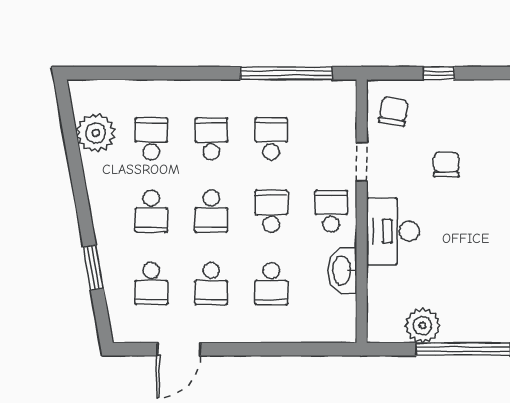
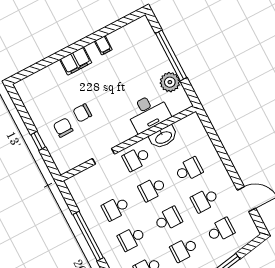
window: (286, 73) -> (88, 236), moved
chair: (394, 111) -> (63, 128), moved, turned 80
school desk: (151, 211) -> (184, 249), turned 180
desk: (393, 231) -> (148, 113), moved
school desk: (211, 284) -> (205, 200), turned 180

